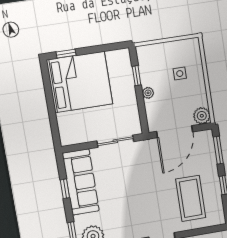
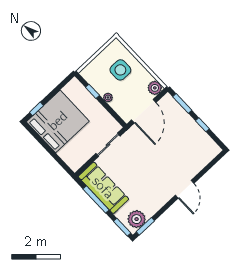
side table: (180, 74) -> (120, 70), width x1.87, depth x1.87
window: (65, 189) -> (96, 199), width x2.17
coffee table: (191, 198) -> (186, 149), removed

